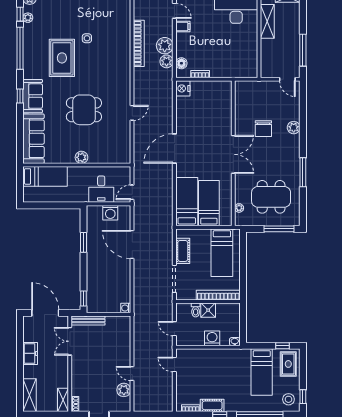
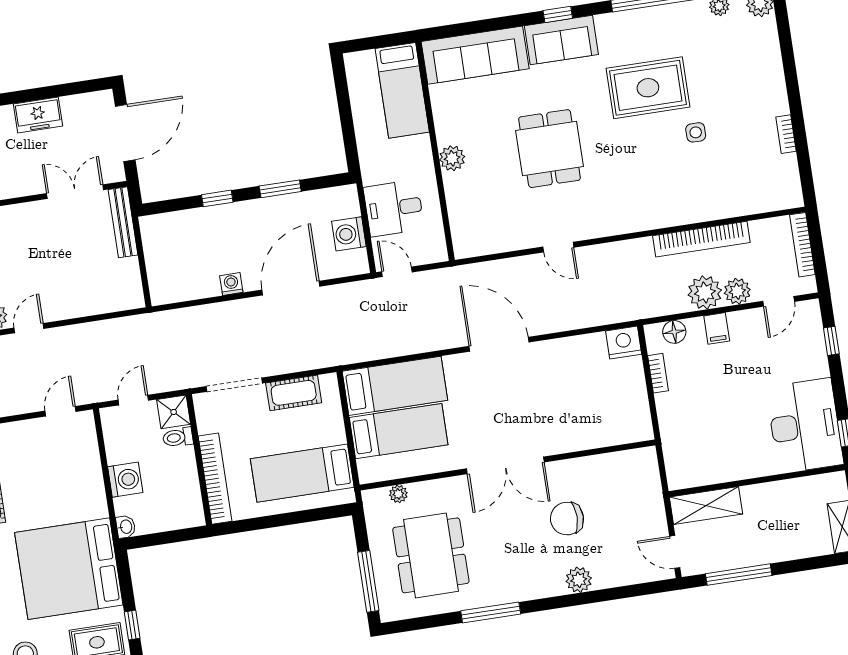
shelving: (267, 21) -> (706, 505), moved
filing cabinet: (183, 27) -> (717, 328), moved
plant: (167, 61) -> (737, 291), moved
door: (287, 79) -> (675, 552), hinge flipped
window: (84, 299) -> (217, 198), moved
washing machine: (126, 308) -> (231, 284), moved
shower: (208, 310) -> (174, 412), moved
bed: (262, 372) -> (69, 569), width x2.04

